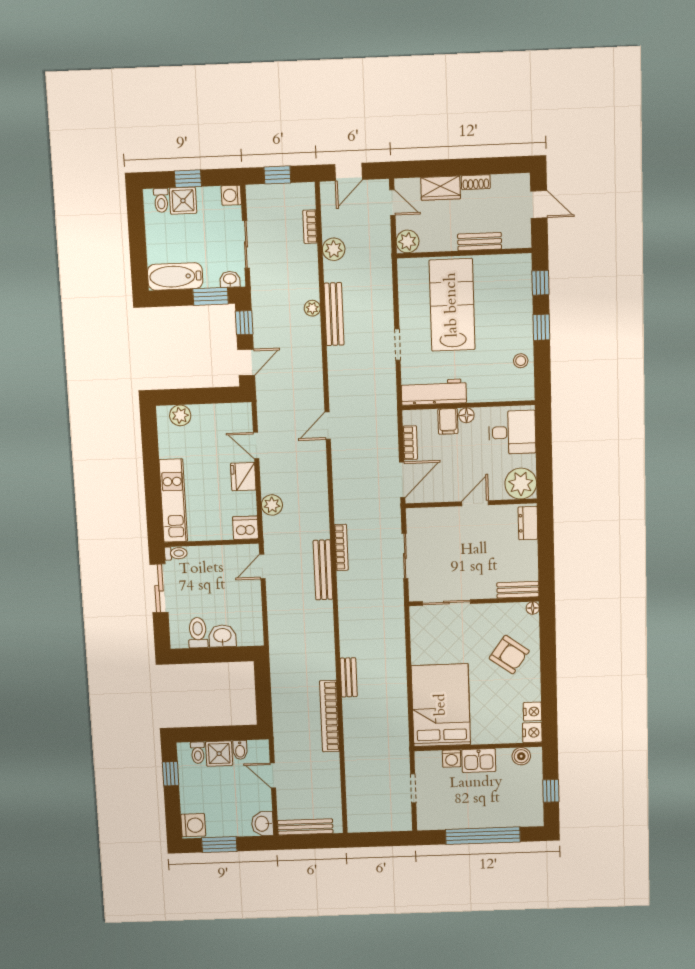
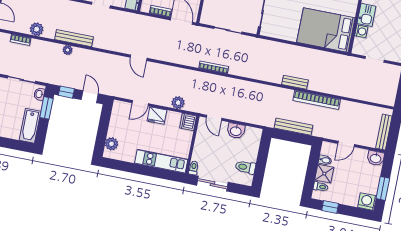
bench: (323, 570) -> (293, 127), moved
washbasin: (222, 636) -> (236, 131), moved, turned -90

